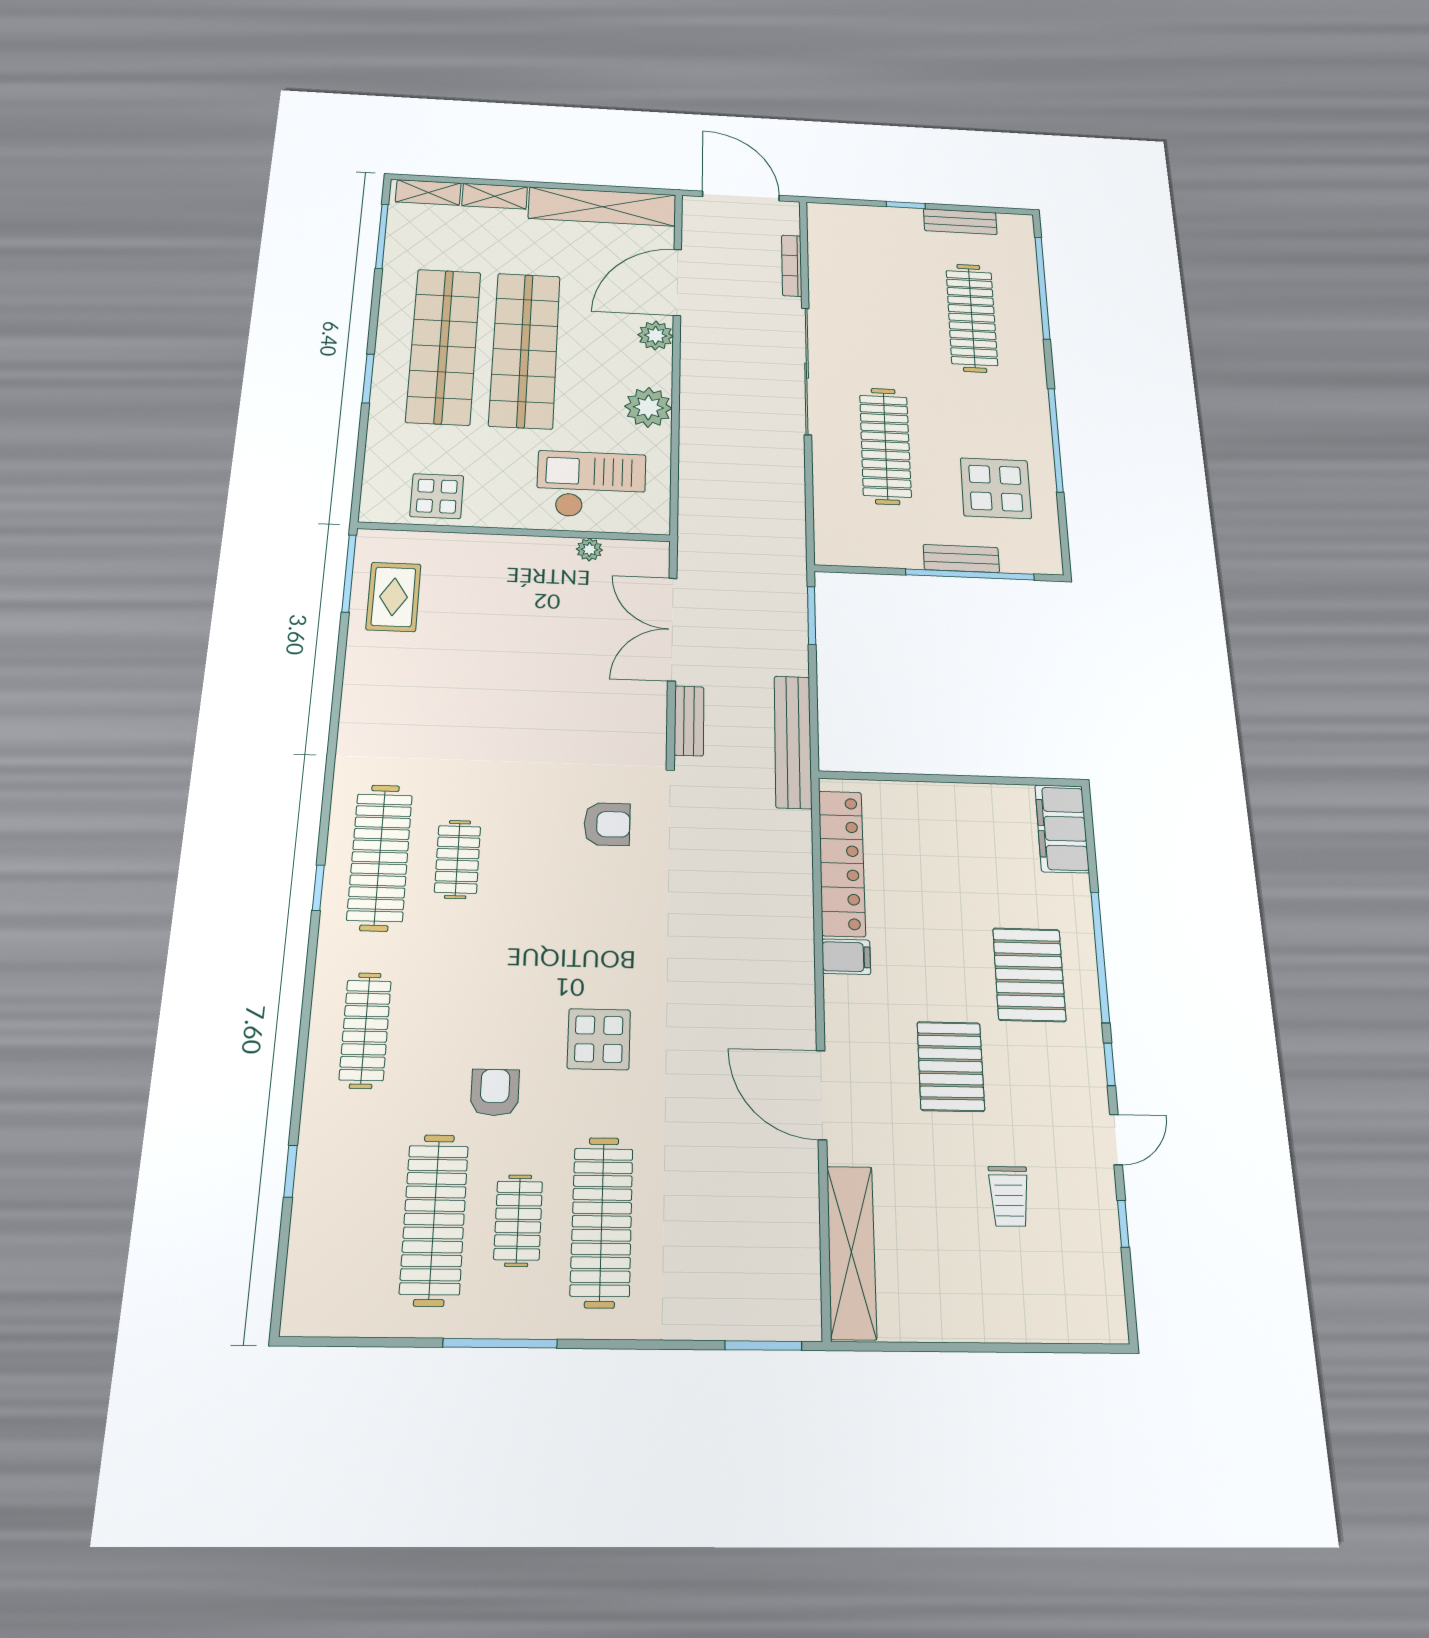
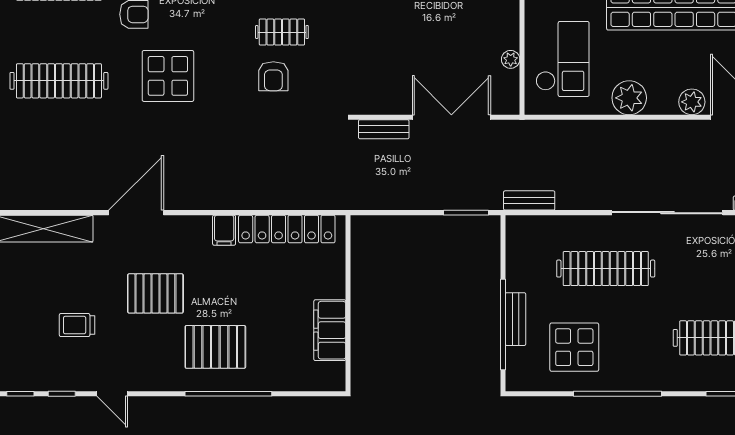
bench: (793, 742) -> (529, 200), moved, width x0.54, depth x0.82
armchair: (607, 824) -> (273, 76), moved
filing cabinet: (1062, 829) -> (330, 330), moved, turned -90
display table: (599, 1039) -> (168, 76), width x1.36, depth x1.36
window: (1109, 1064) -> (20, 394), moved
clothes rail: (518, 1220) -> (282, 32), moved

